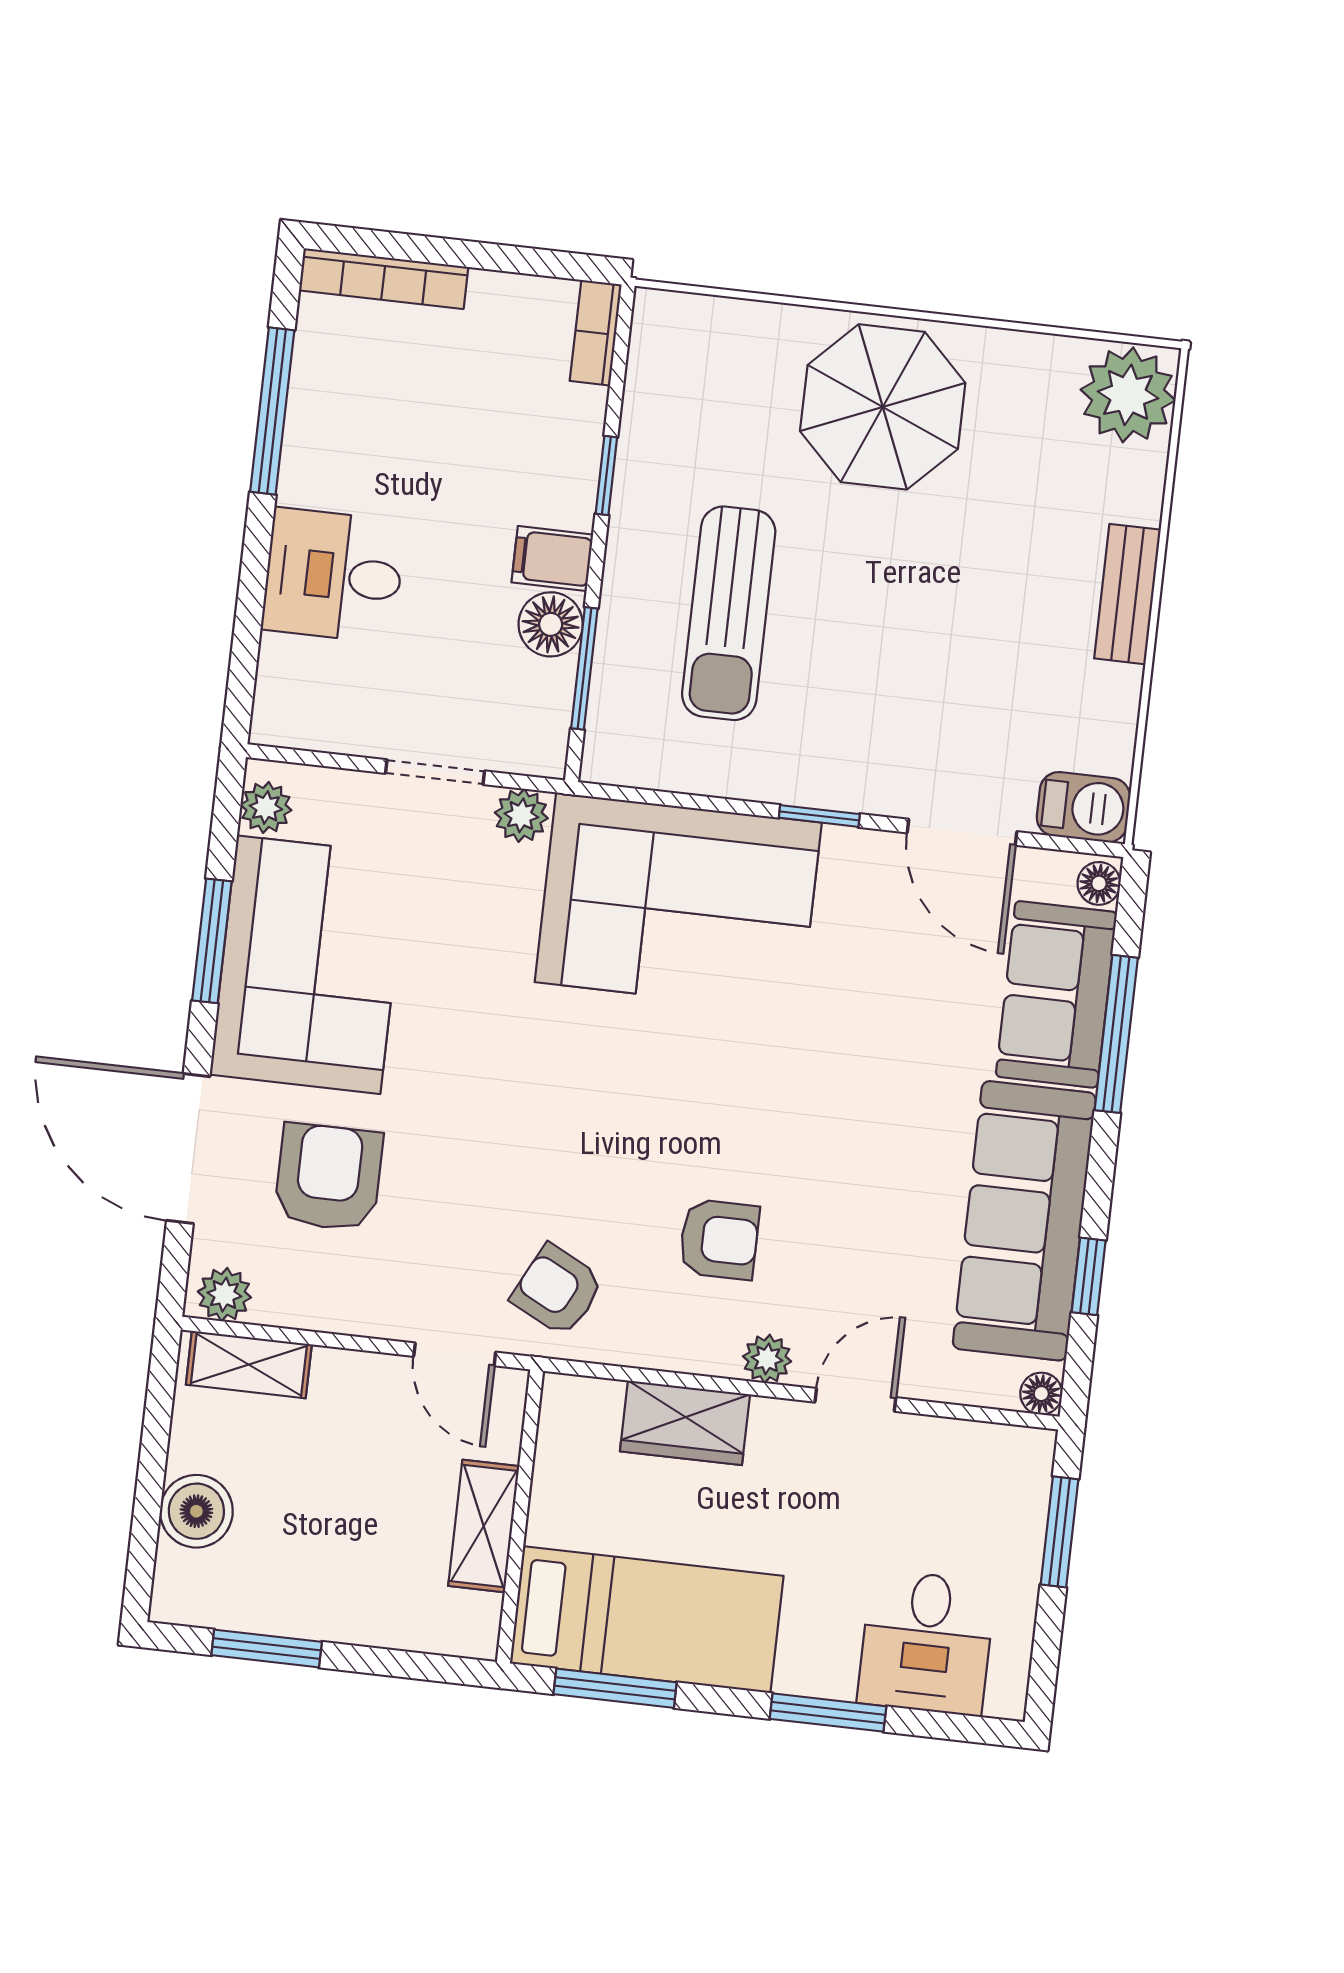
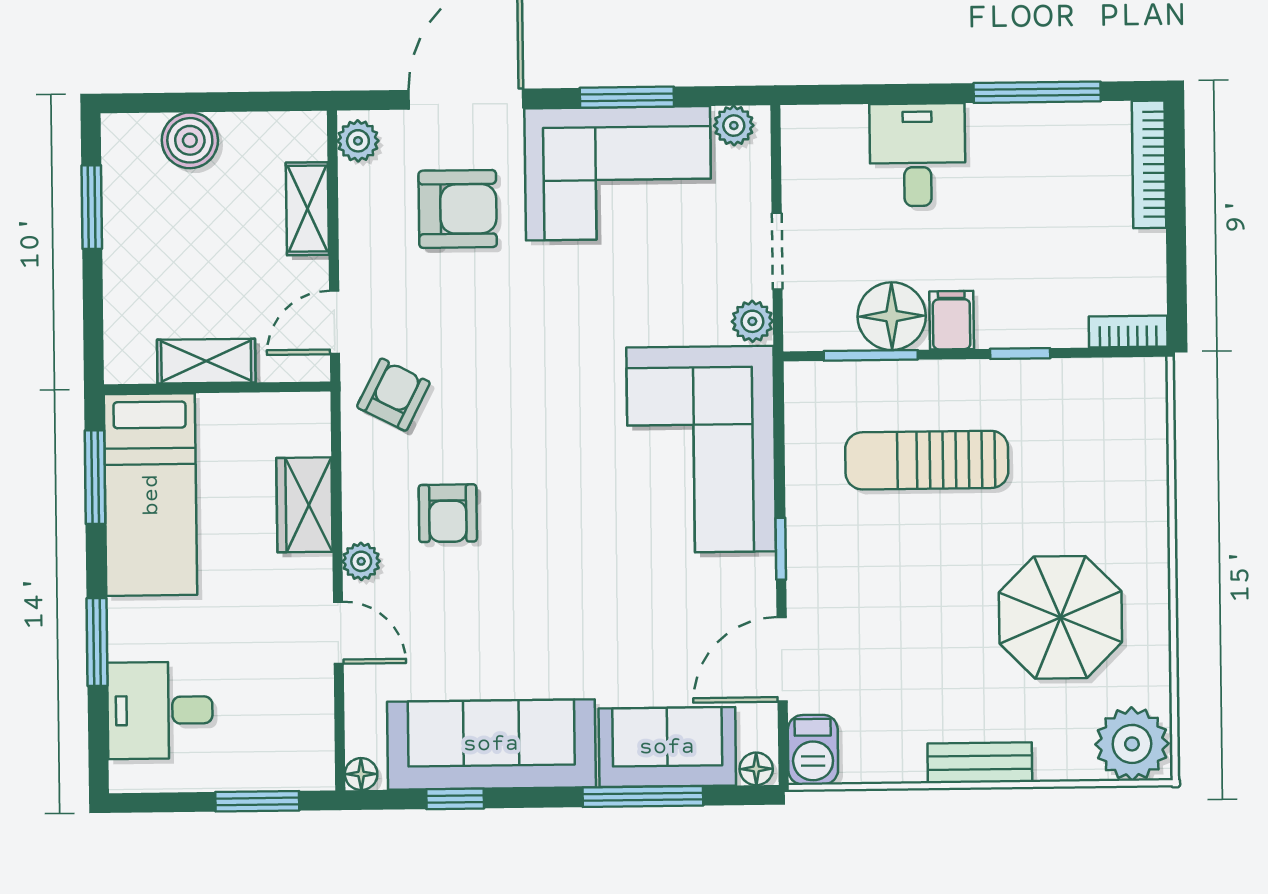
parasol: (883, 407) -> (1060, 617), moved
floor lamp: (551, 624) -> (892, 316), width x1.38, depth x1.38
shelving: (249, 1365) -> (307, 209), moved

